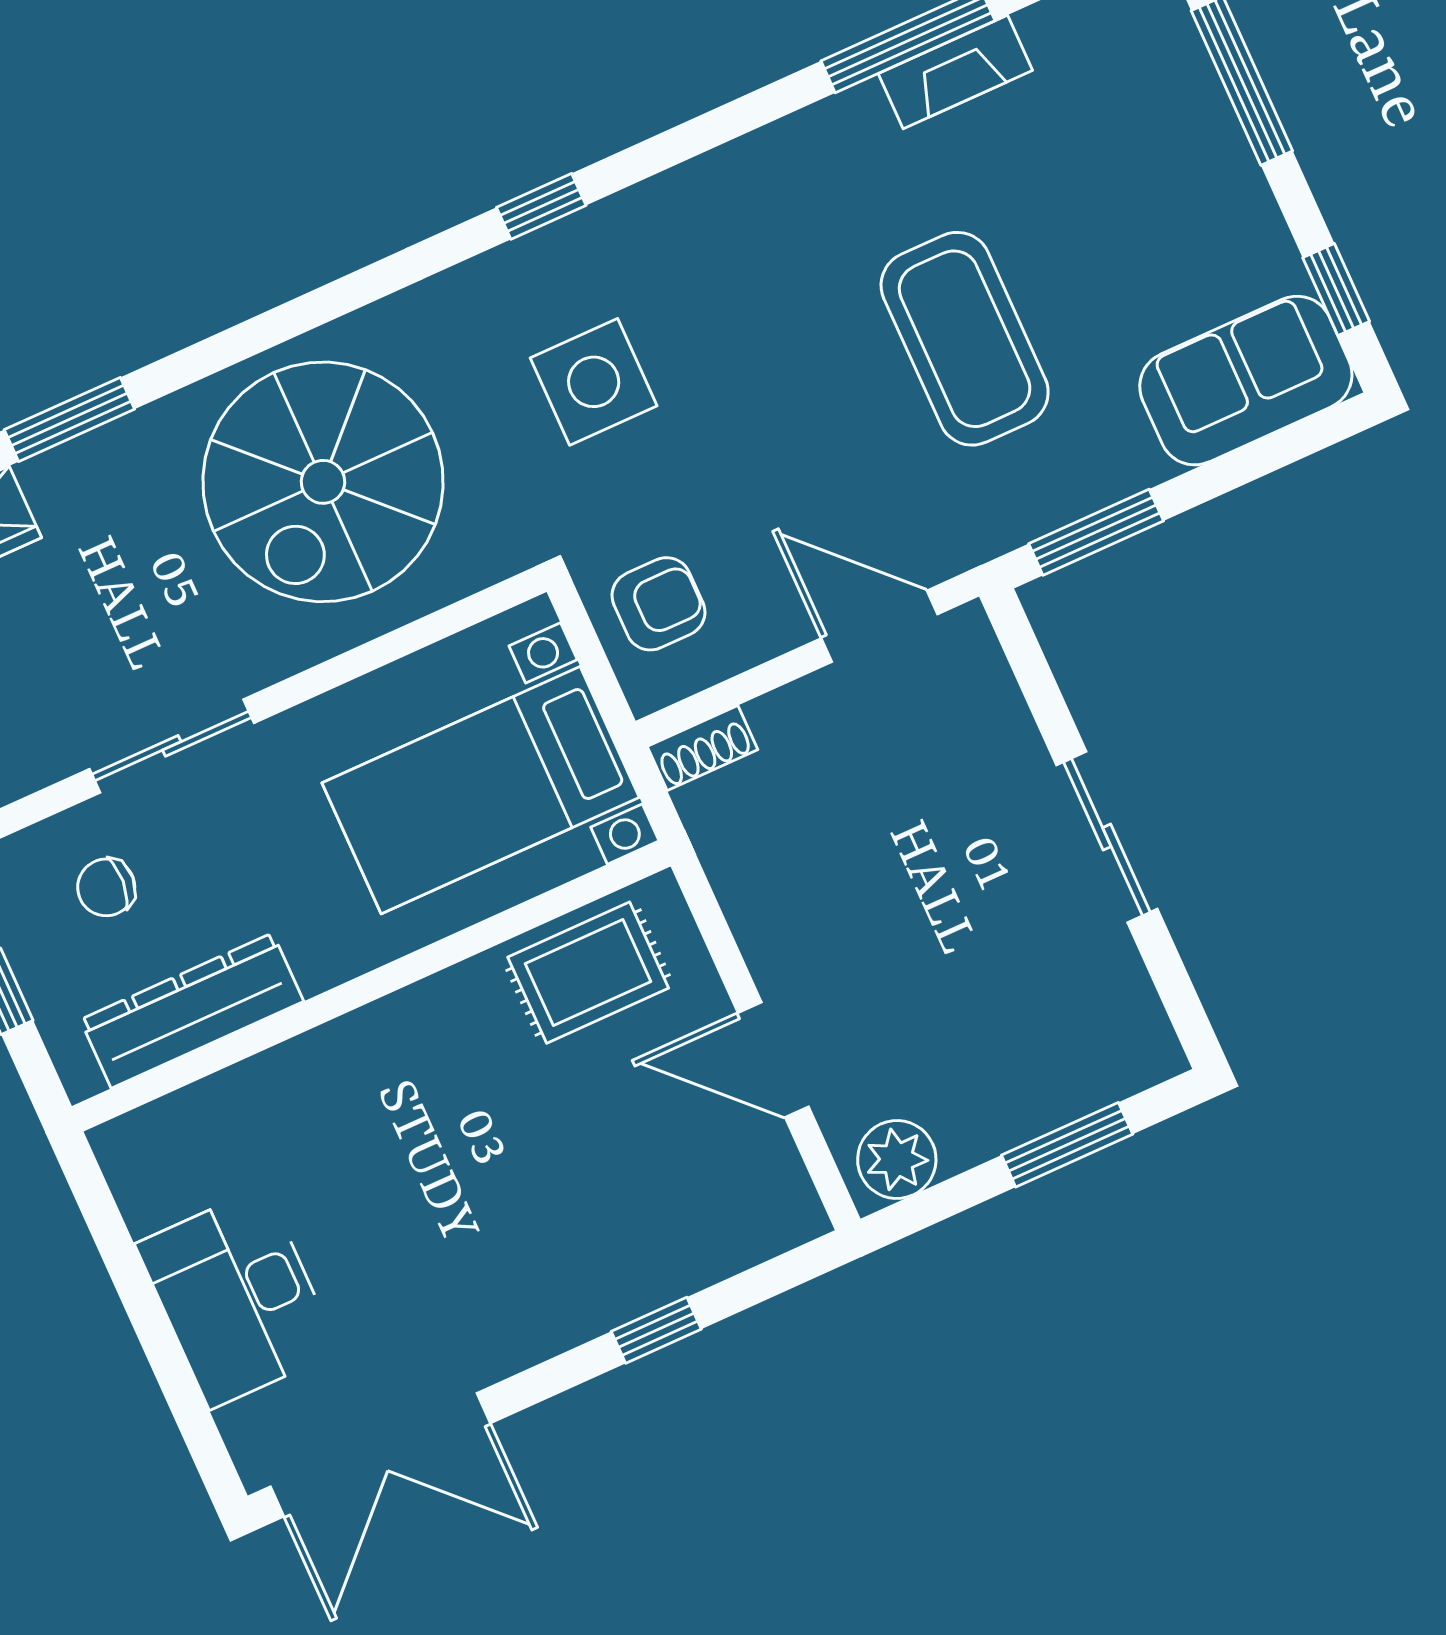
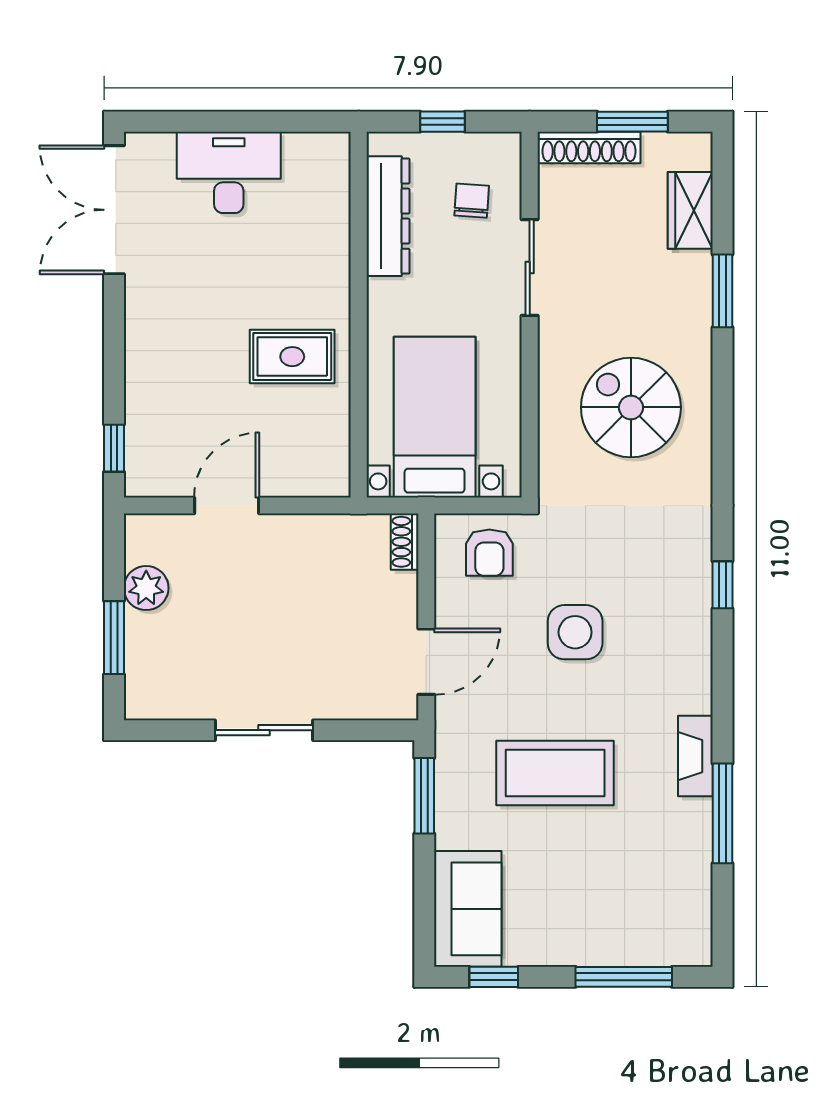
fireplace: (955, 72) -> (695, 756), moved
side table: (594, 382) -> (575, 632), moved
spiral stairs: (323, 482) -> (631, 407), width x0.73, depth x0.73
rug: (588, 973) -> (292, 357), moved, turned 90
plant: (897, 1159) -> (146, 588), moved
window: (656, 1330) -> (114, 448), moved

